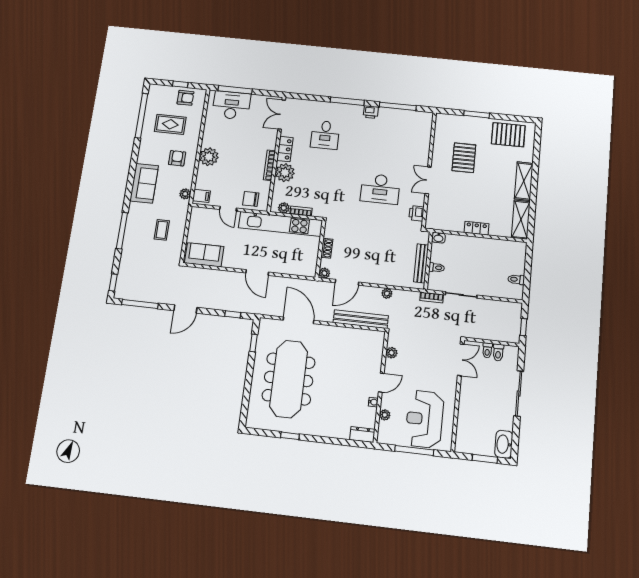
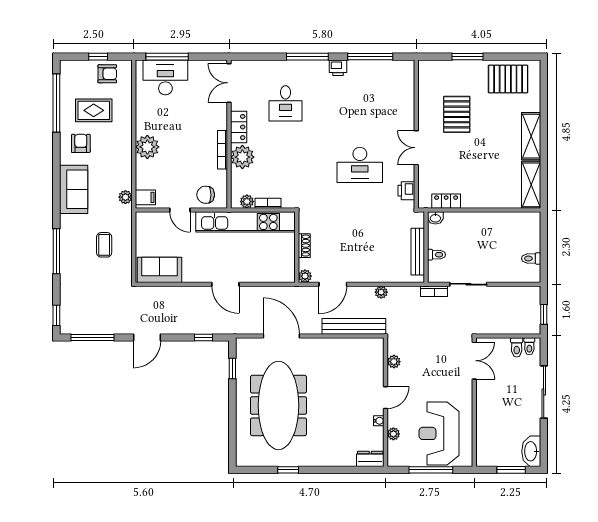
armchair: (177, 158) -> (81, 143), moved
locker: (476, 228) -> (446, 201), moved
toilet: (487, 350) -> (529, 346), moved

